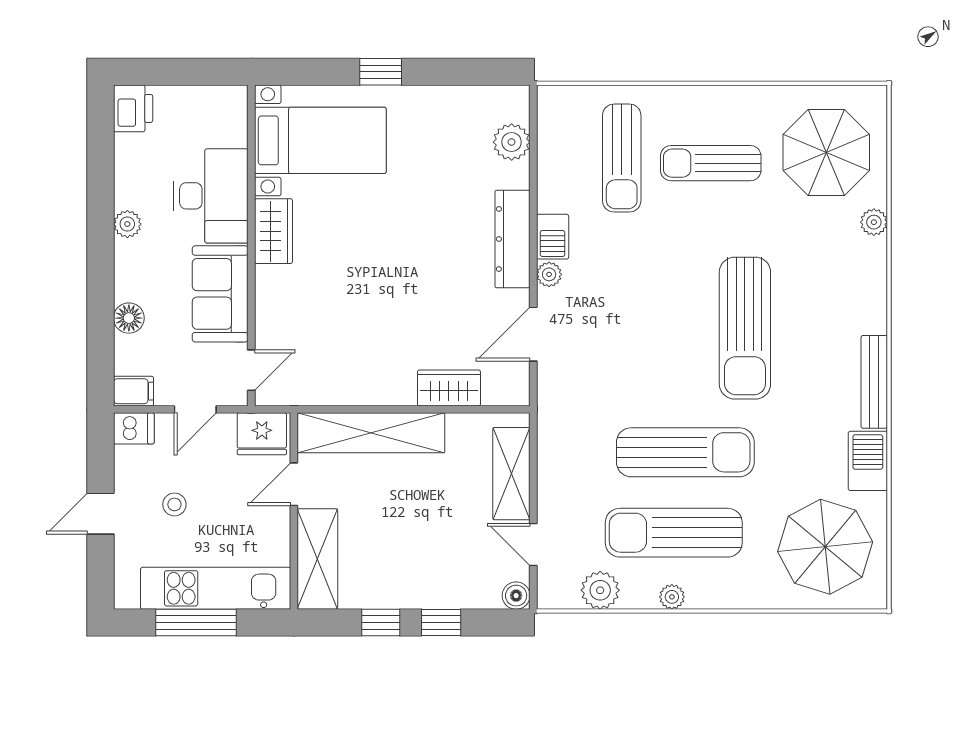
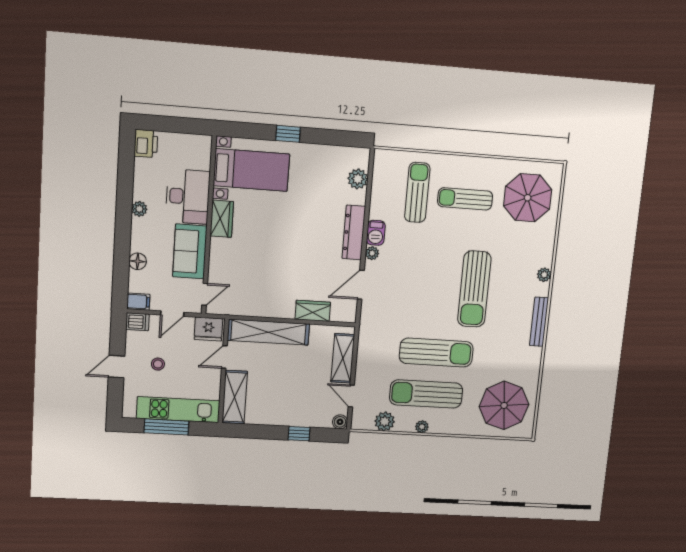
sun lounger: (622, 158) -> (417, 192), turned 180
plant: (874, 222) -> (544, 275), moved
barbecue: (868, 461) -> (531, 363), removed
window: (381, 623) -> (267, 432), removed

